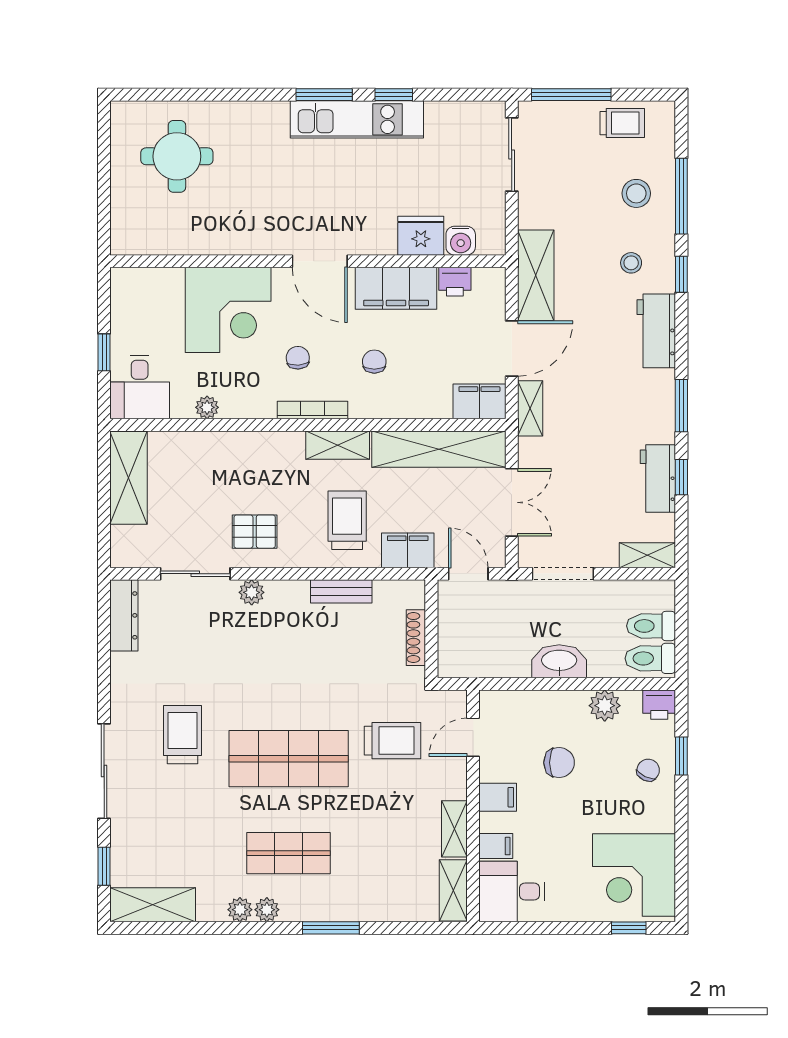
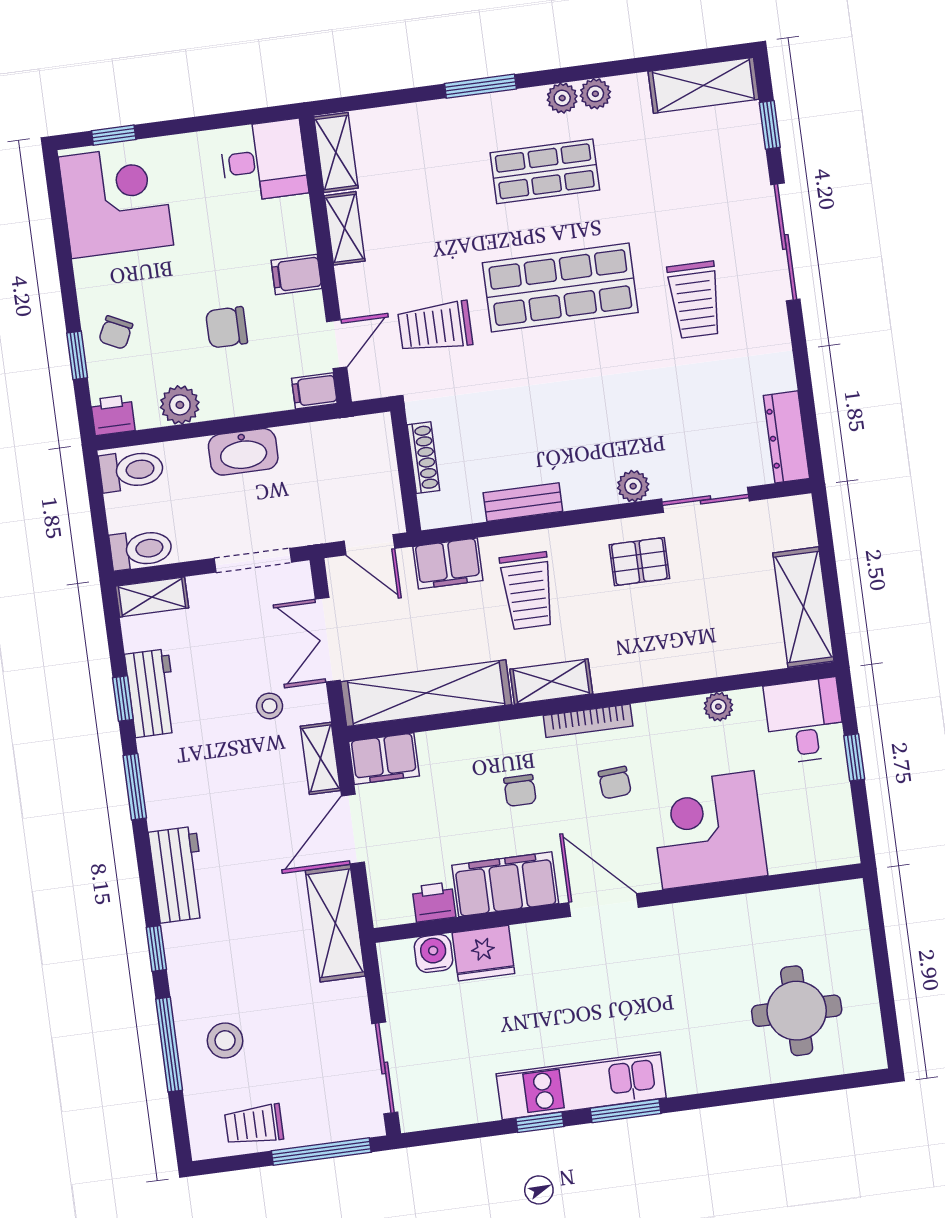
stool: (631, 263) -> (270, 706), moved
toilet: (651, 626) -> (141, 549), moved
filing cabinet: (496, 846) -> (314, 391), moved

